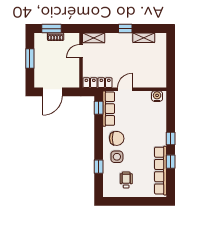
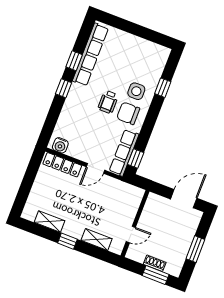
shelving: (94, 38) -> (97, 240), moved
locker: (98, 83) -> (62, 165), moved
wheelchair: (126, 180) -> (108, 102), moved

